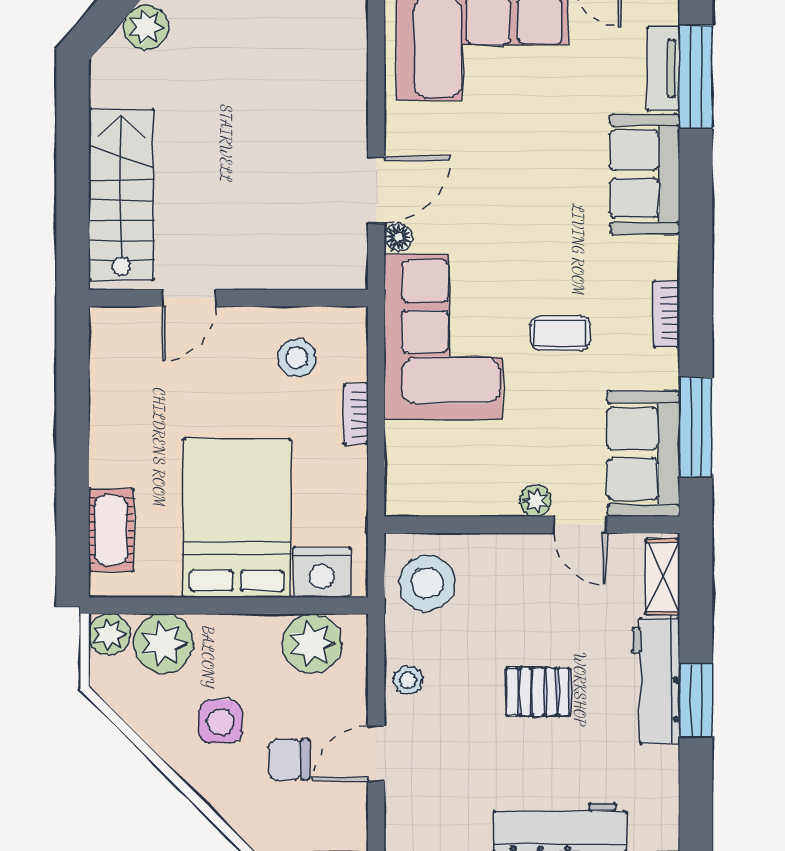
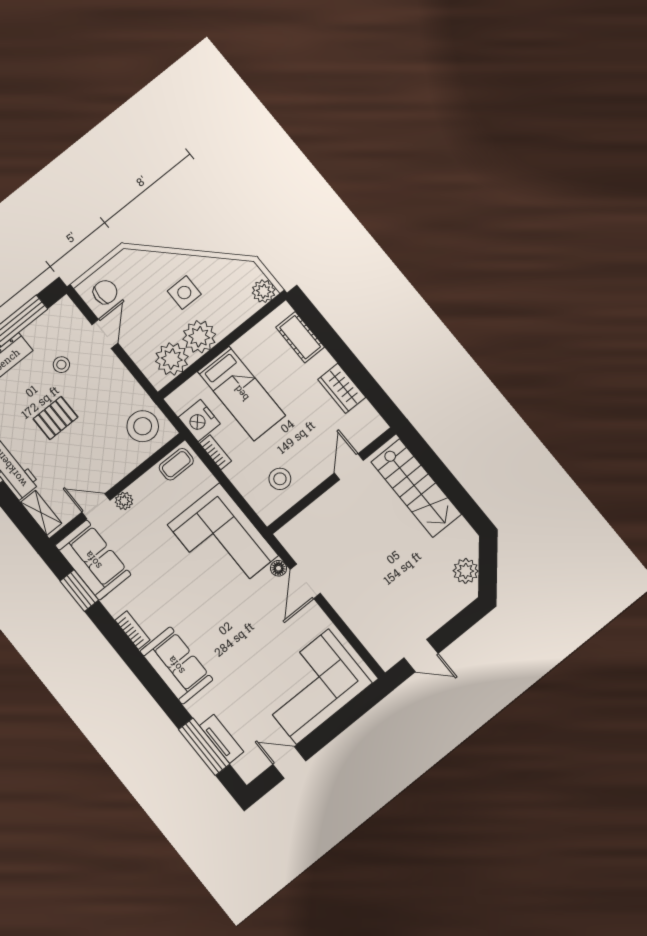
sofa: (645, 174) -> (176, 665), moved
coffee table: (560, 333) -> (176, 464), moved
wardrobe: (112, 413) -> (342, 388), added
bookcase: (356, 414) -> (215, 452), moved
window: (696, 427) -> (79, 591), width x0.69
bed: (237, 518) -> (241, 393), width x0.67
nightstand: (322, 572) -> (199, 421), moved, turned -90
plant: (163, 643) -> (199, 337), moved
stool: (408, 680) -> (61, 365), moved
chair: (289, 760) -> (105, 292), moved

